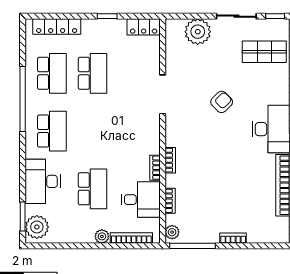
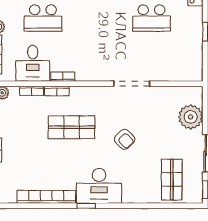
locker: (144, 27) -> (195, 66), removed
shop shelf: (209, 158) -> (71, 127), added
bookcase: (170, 160) -> (57, 91), moved

